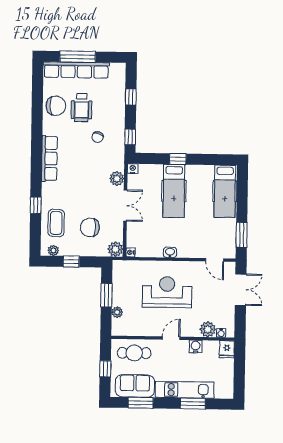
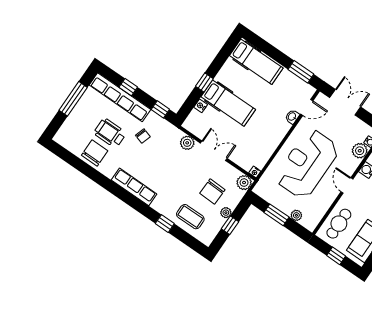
window: (78, 57) -> (73, 99), moved
row of seats: (76, 70) -> (120, 97), moved, turned 90
wheelchair: (82, 108) -> (110, 133), turned 180
nightstand: (133, 169) -> (201, 106), moved
plant: (53, 250) -> (226, 213), moved
washbasin: (170, 252) -> (292, 117), moved
reception desk: (167, 292) -> (307, 164), width x1.36, depth x1.30

